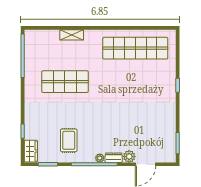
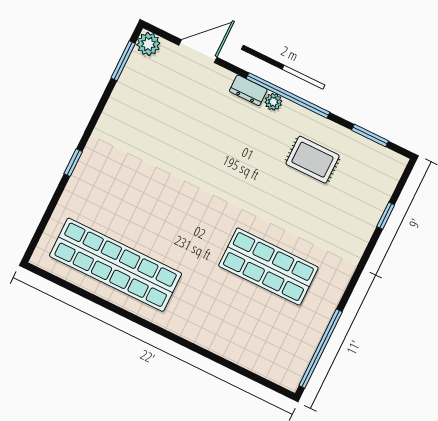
shelving: (72, 35) -> (216, 343), removed
rug: (69, 140) -> (313, 160), turned 90
wardrobe: (31, 151) -> (389, 173), removed
plant: (129, 156) -> (148, 44), moved

